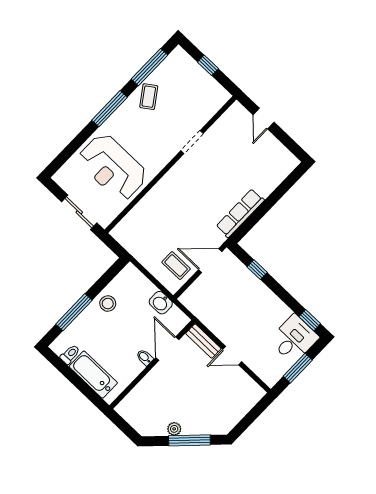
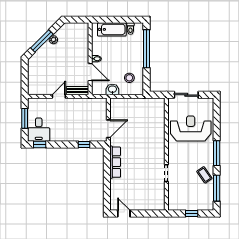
door: (264, 119) -> (124, 214), moved
coffee table: (176, 266) -> (121, 112), removed
stool: (108, 304) -> (129, 78), moved
window: (74, 312) -> (147, 49), width x1.46

